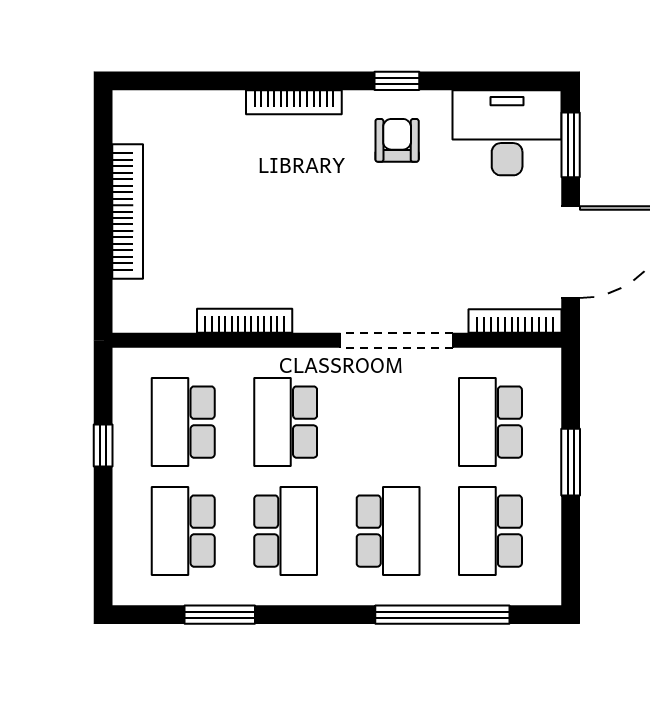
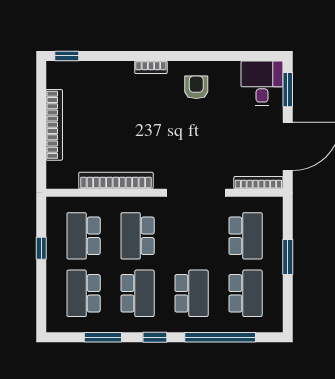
window: (397, 81) -> (67, 56), moved
bookcase: (294, 102) -> (151, 67), width x0.64
desk: (507, 133) -> (262, 83), width x0.73
bookcase: (245, 321) -> (116, 180), width x1.48, depth x1.31
school desk: (490, 422) -> (246, 236), turned 180
school desk: (490, 531) -> (246, 293), turned 180
window: (319, 615) -> (155, 337), added

